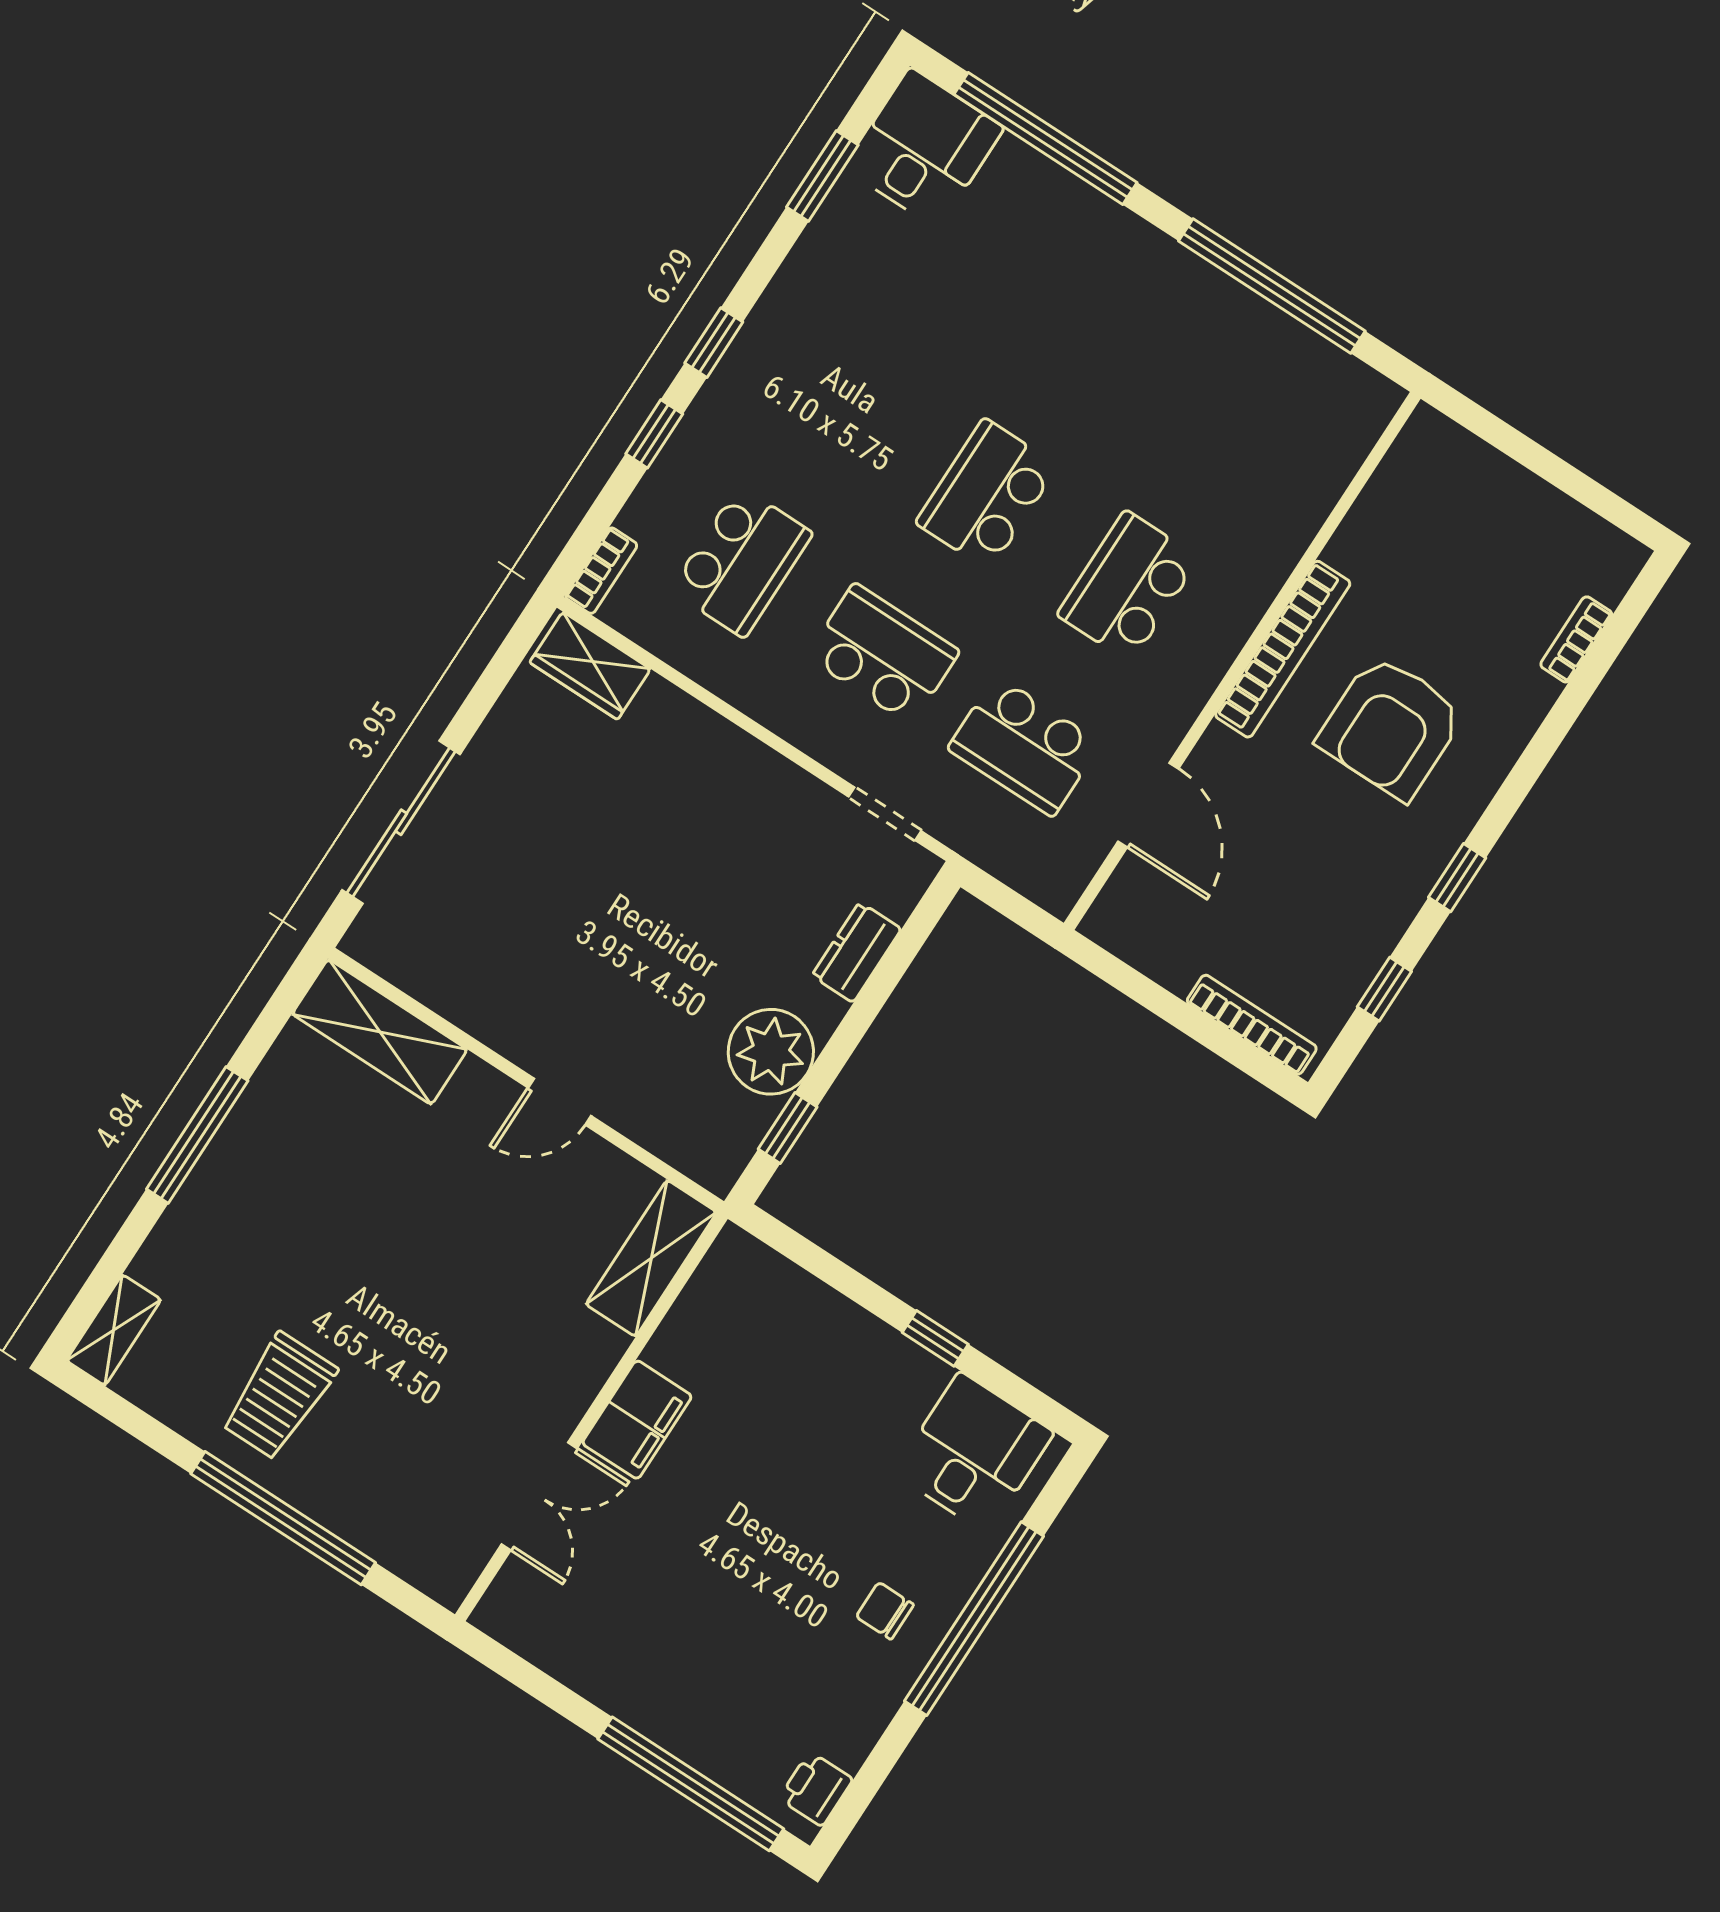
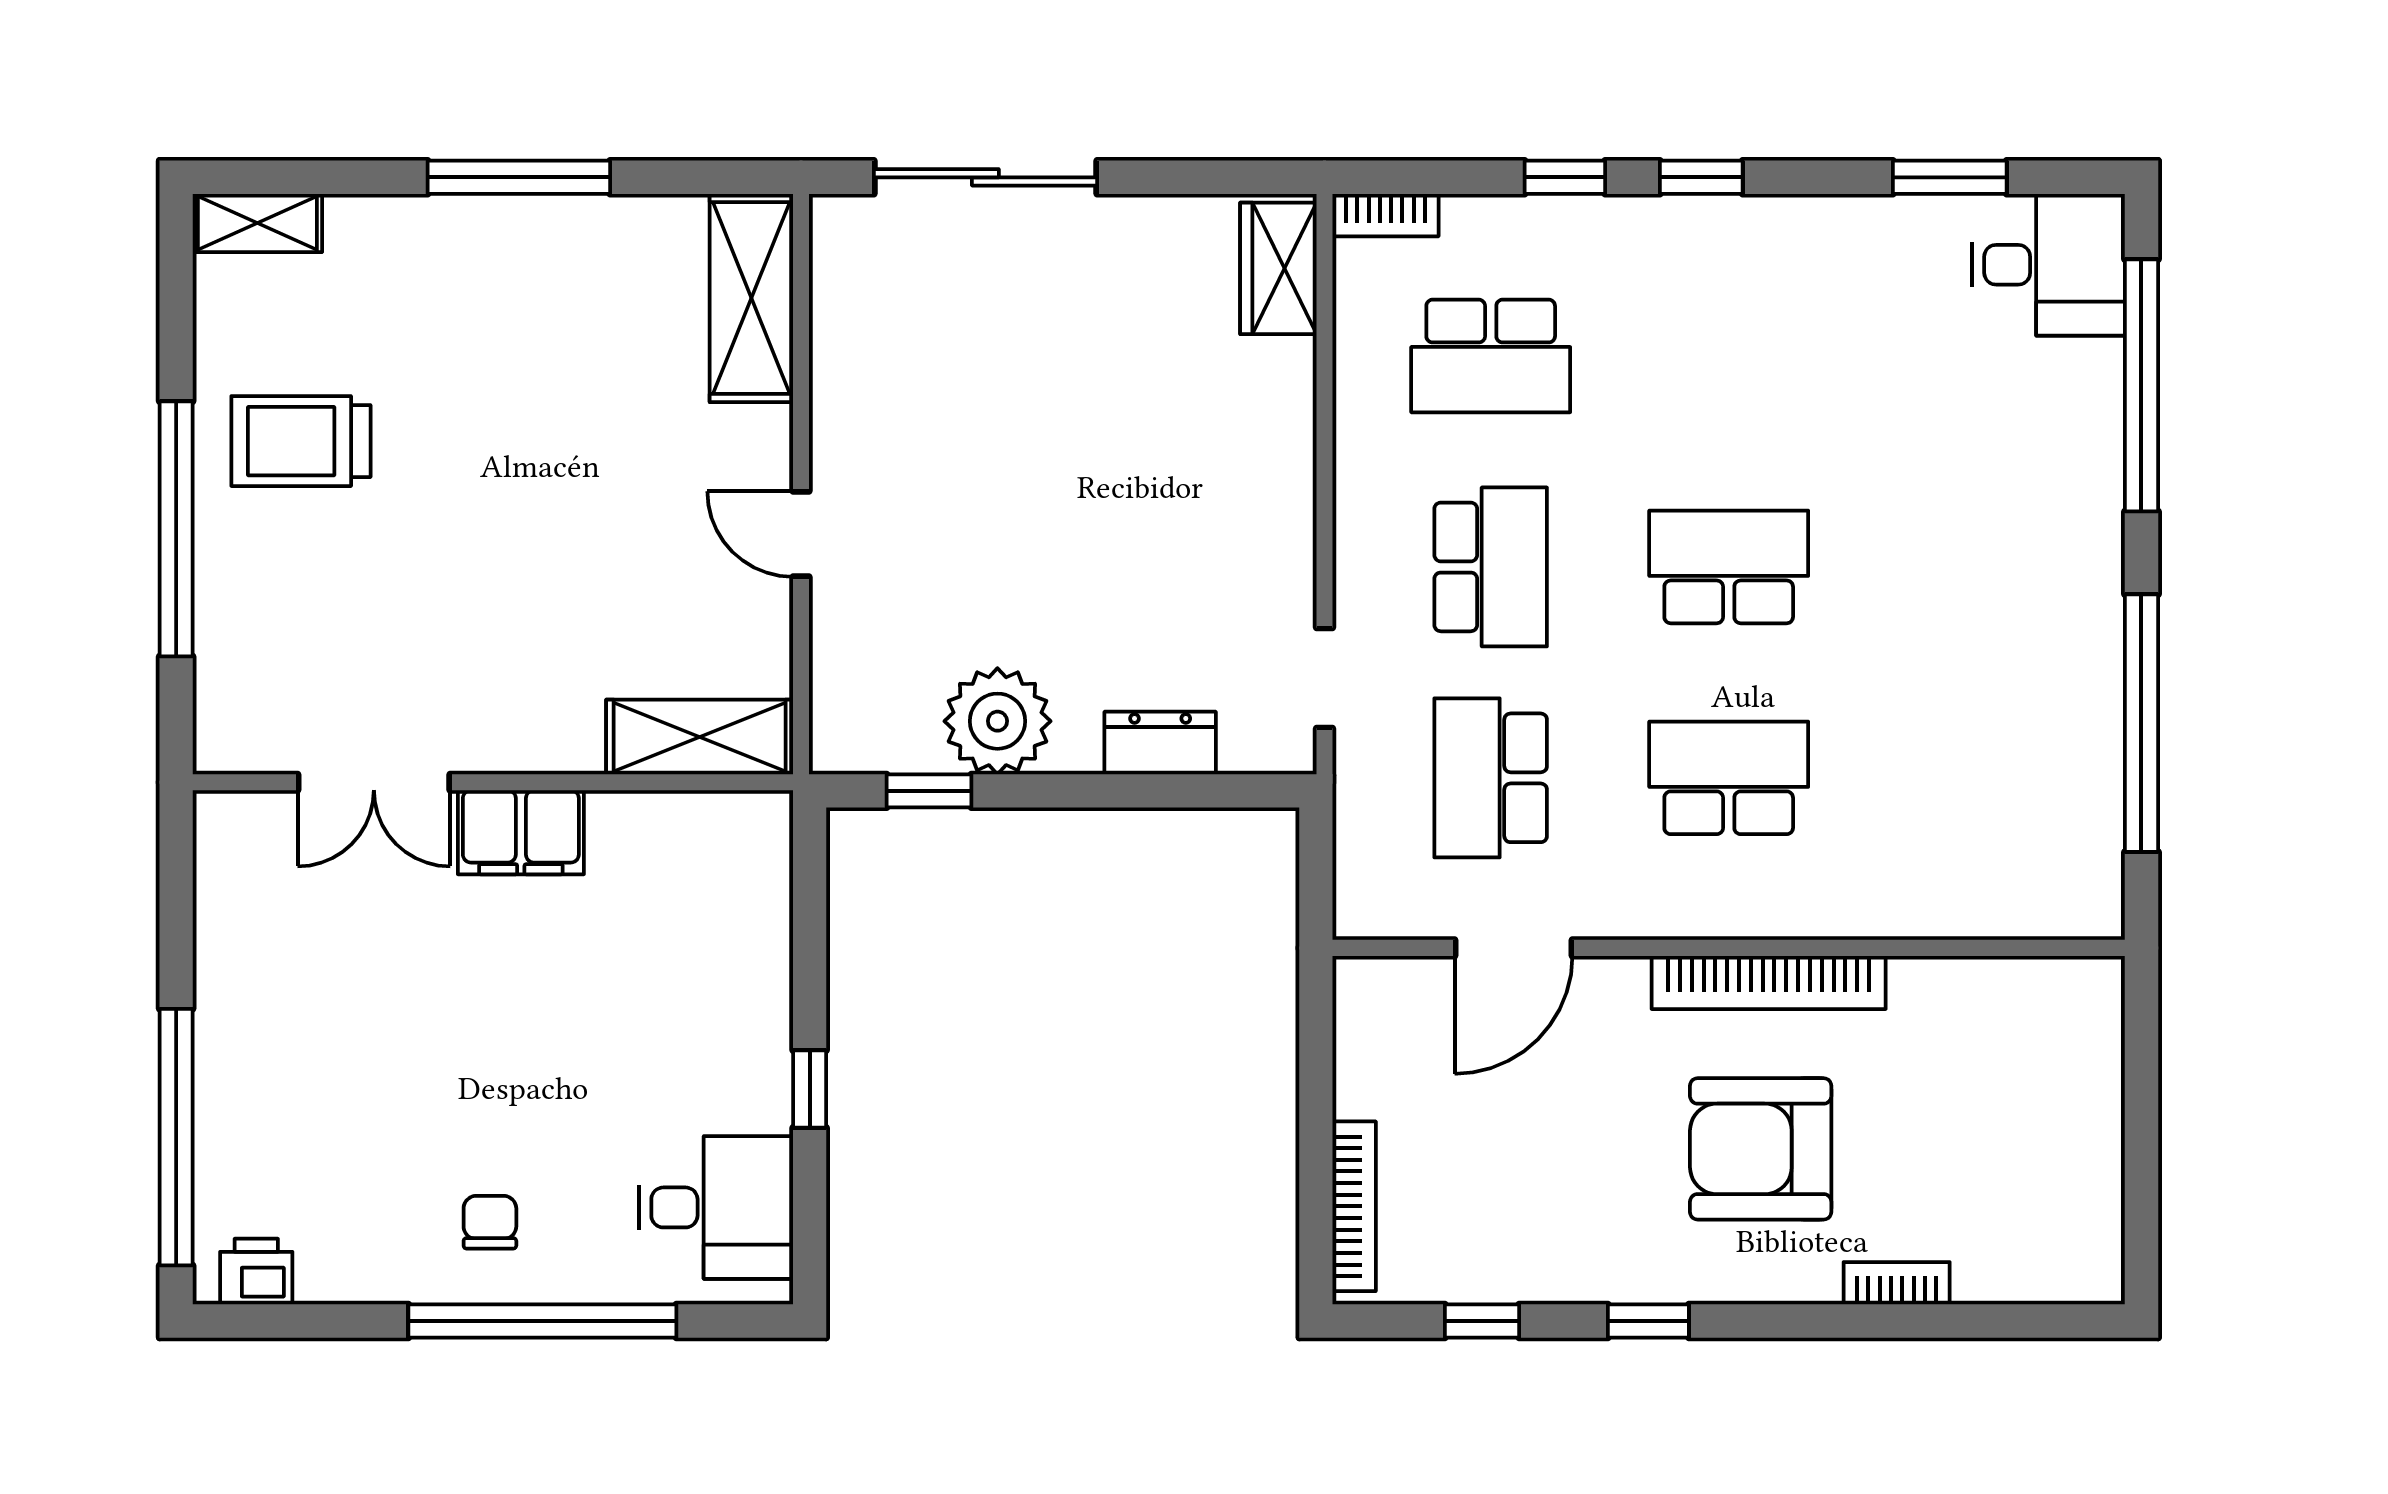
bookcase: (1576, 639) -> (1897, 1283), moved

